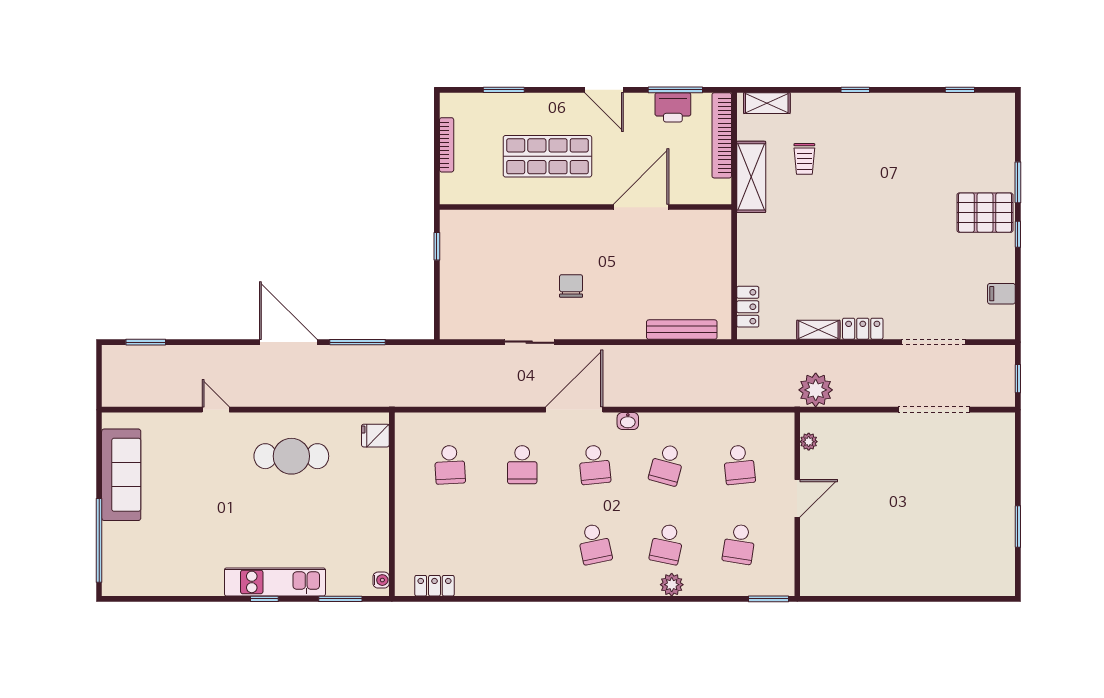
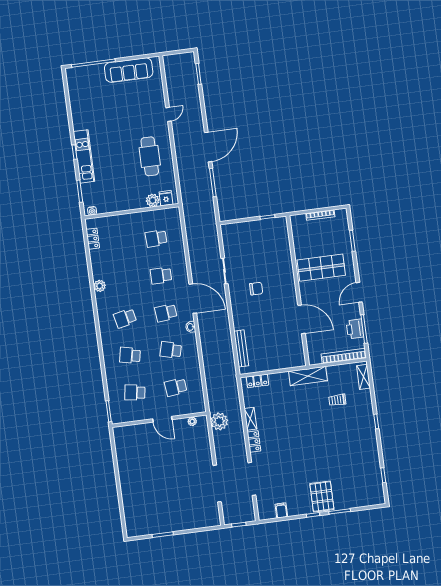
shop shelf: (547, 156) -> (321, 268), turned 90
shelving: (751, 177) -> (308, 376), moved
plant: (376, 462) -> (153, 200), added
plant: (672, 585) -> (100, 286), moved

